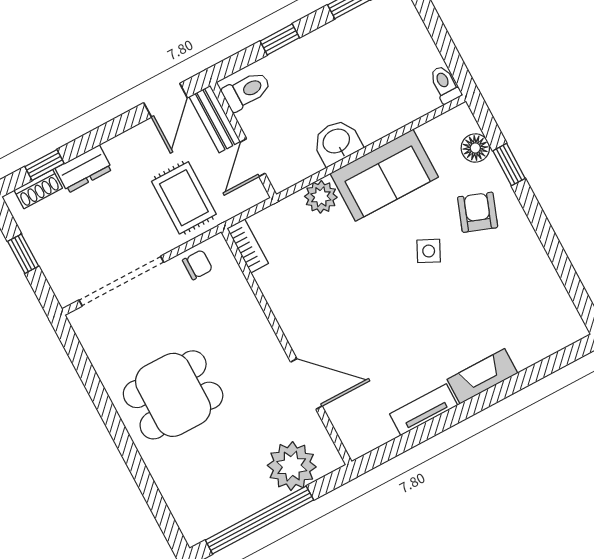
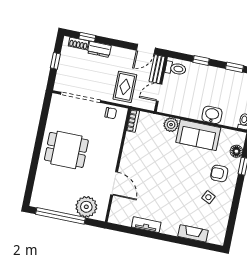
washbasin: (337, 142) -> (212, 115), moved
armchair: (478, 212) -> (219, 173), turned -110
side table: (429, 251) -> (208, 197), moved
fireplace: (482, 376) -> (193, 233), moved

